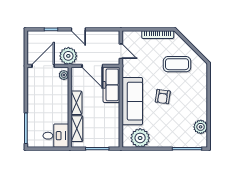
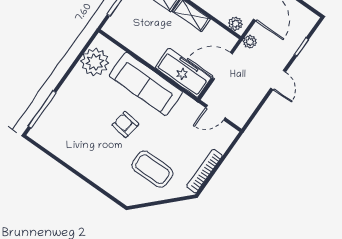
door: (78, 29) -> (278, 80), swing flipped
plant: (68, 56) -> (250, 42), width x0.53, depth x0.53
coffee table: (177, 64) -> (152, 169), turned 90
plant: (201, 127) -> (57, 144), removed

